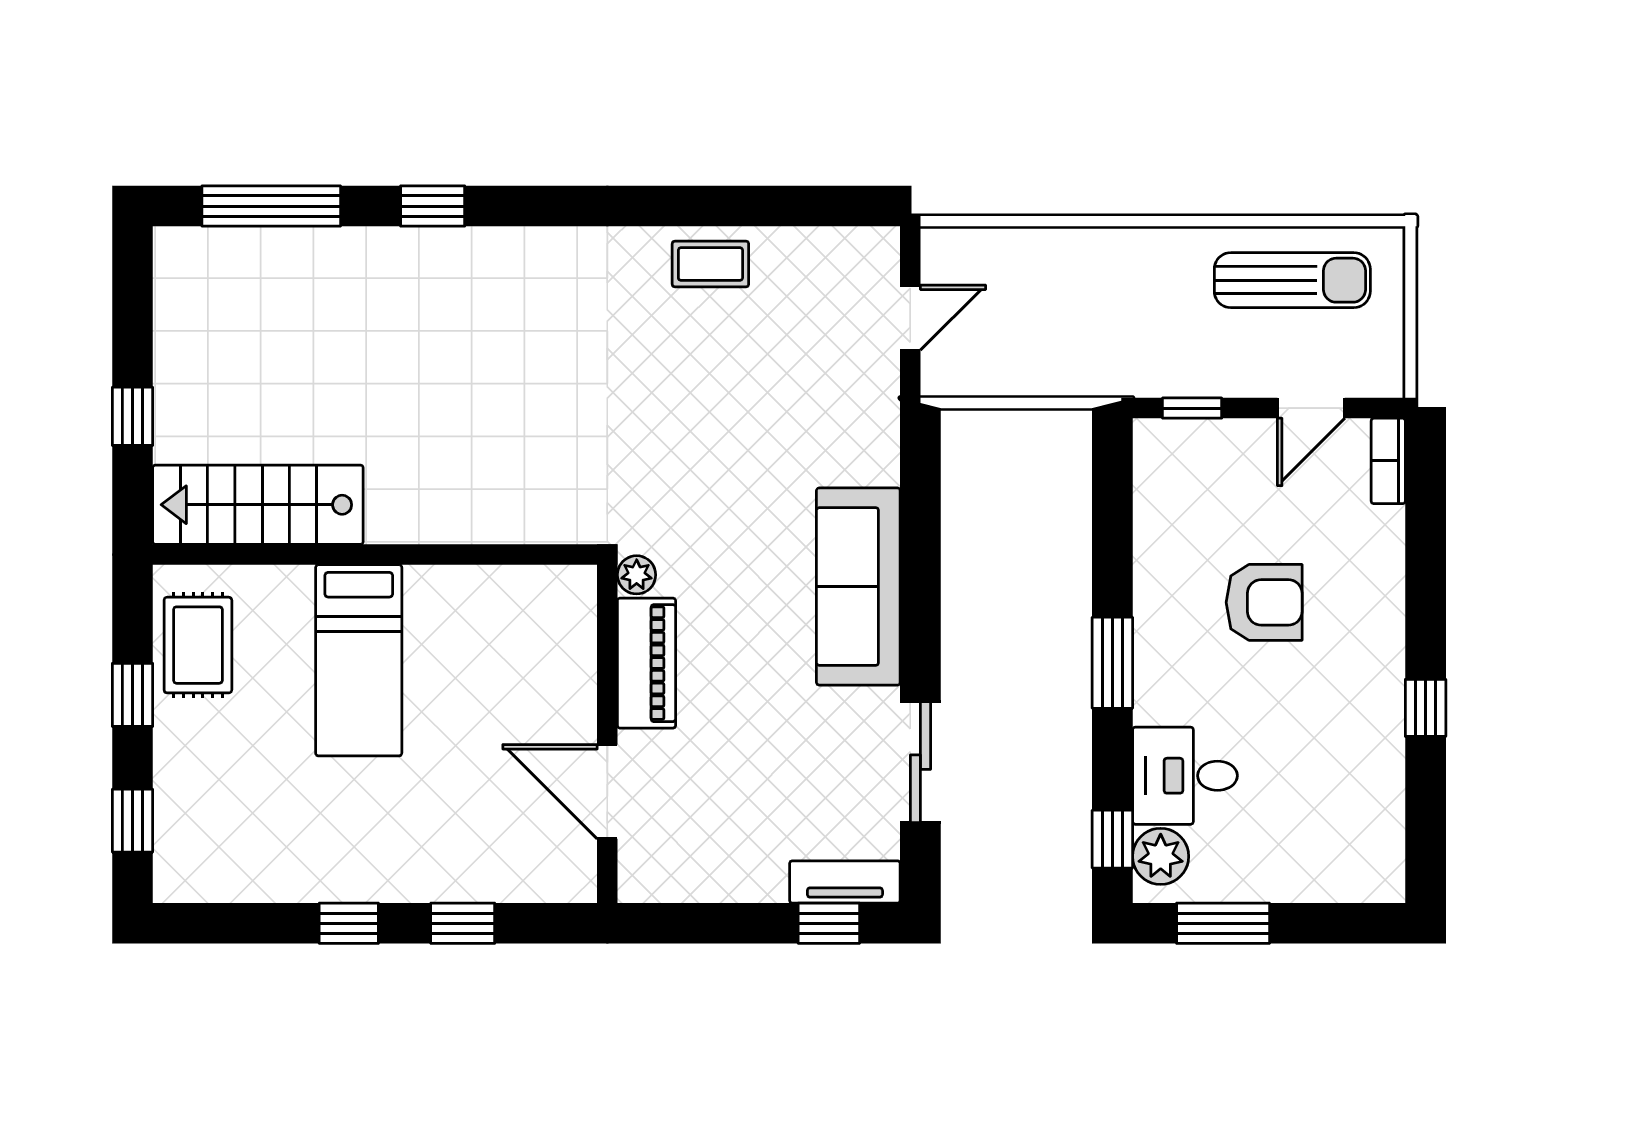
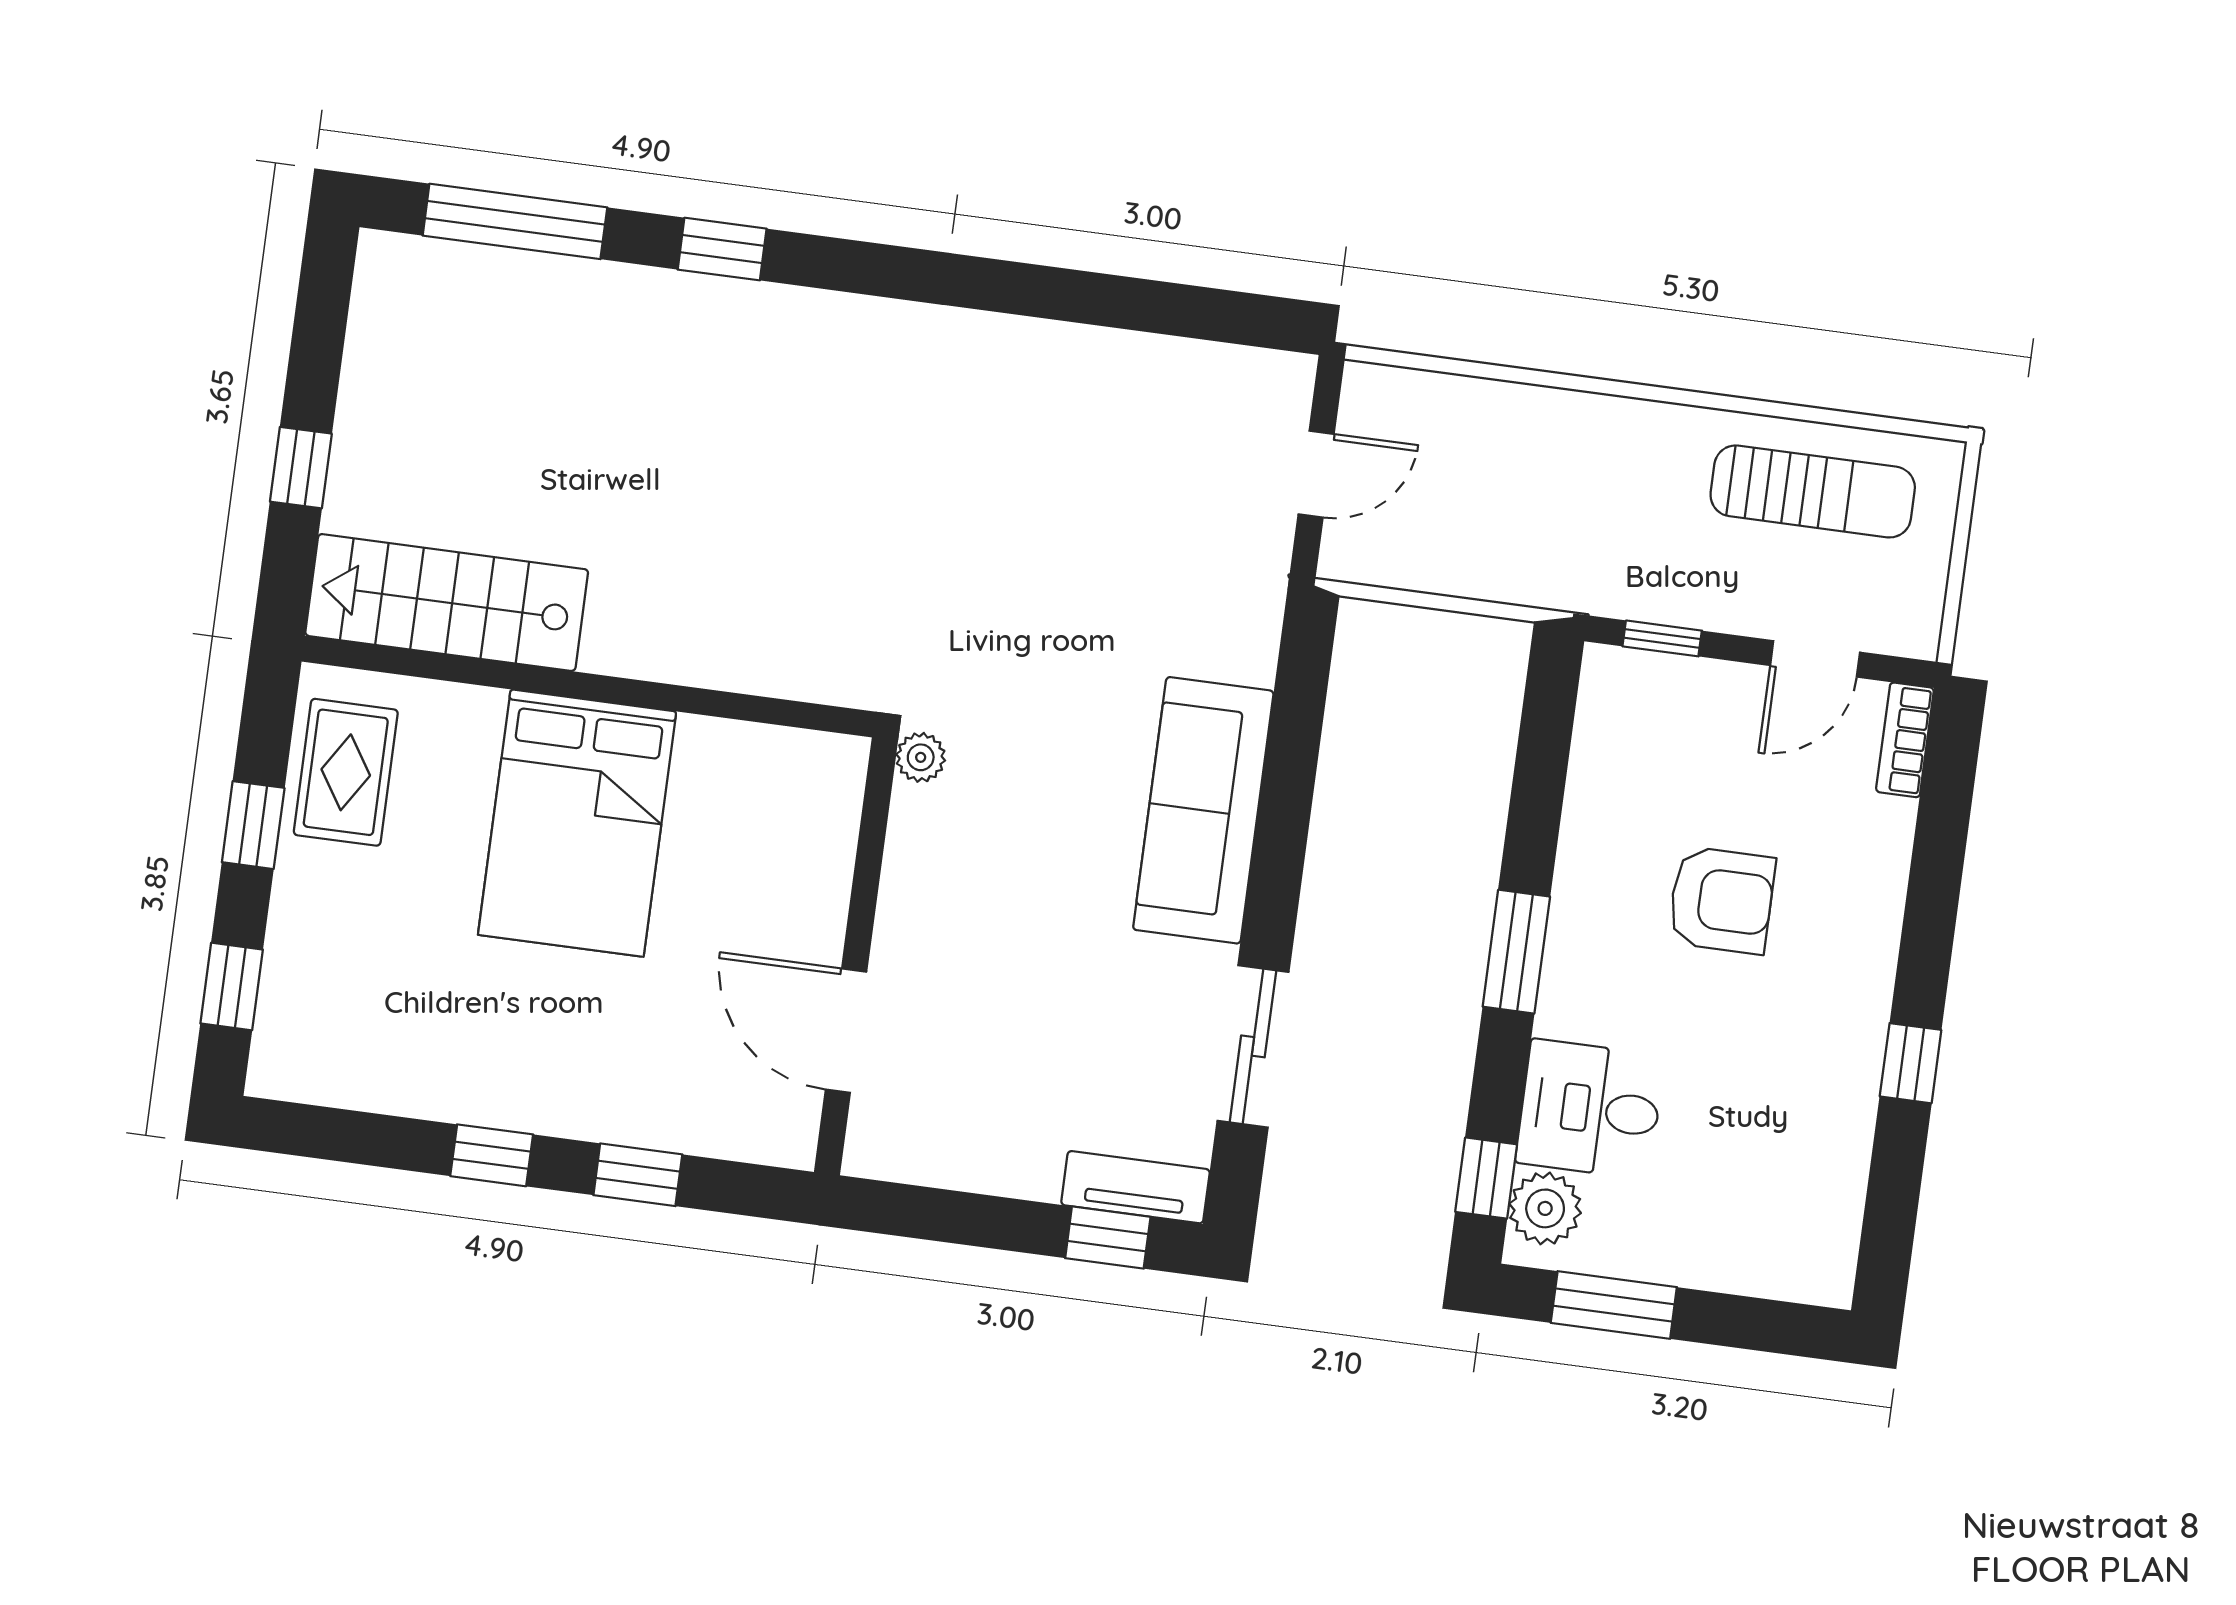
coffee table: (710, 264) -> (1069, 371), removed
bed: (359, 660) -> (577, 823), width x1.50
piano: (646, 663) -> (918, 872), removed

